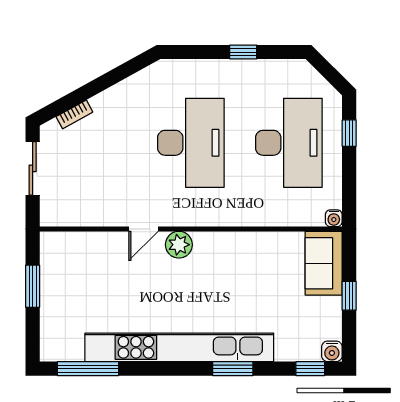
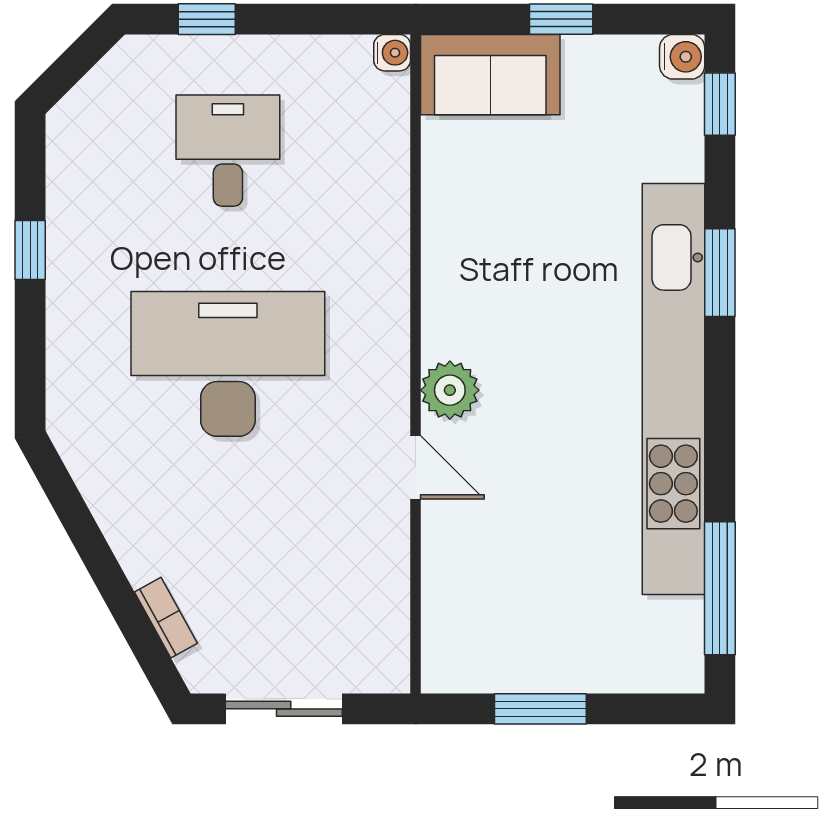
desk: (289, 143) -> (228, 151), width x0.53, depth x0.77

